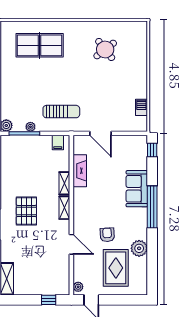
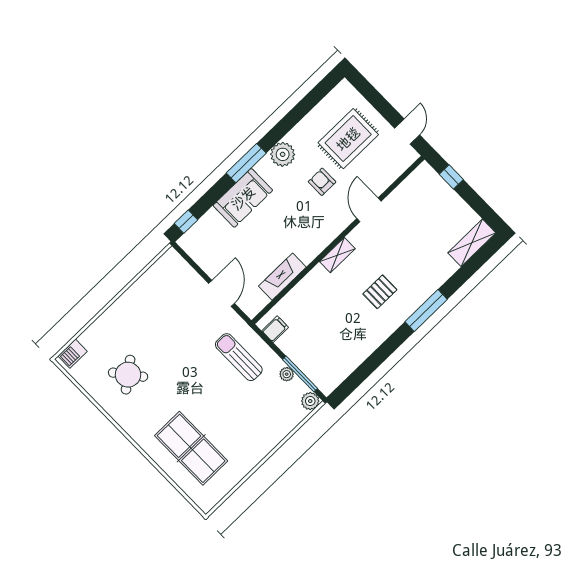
barbecue: (141, 107) -> (73, 354), moved
shelving: (64, 183) -> (311, 280), removed
window: (152, 207) -> (246, 163), width x0.68
pallet: (26, 211) -> (380, 292), width x0.67, depth x0.71
armchair: (107, 235) -> (322, 182), turned 93
plant: (139, 248) -> (283, 154), moved
plant: (78, 287) -> (407, 159), removed

